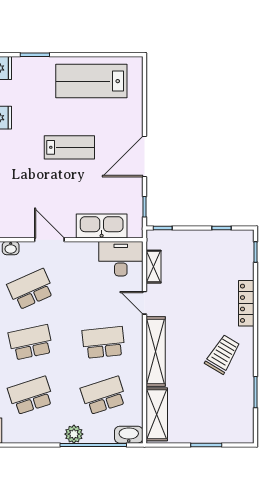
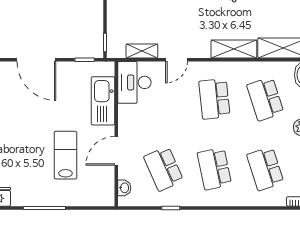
lab bench: (69, 147) -> (66, 155), moved
shelving: (156, 352) -> (234, 49), width x0.68

